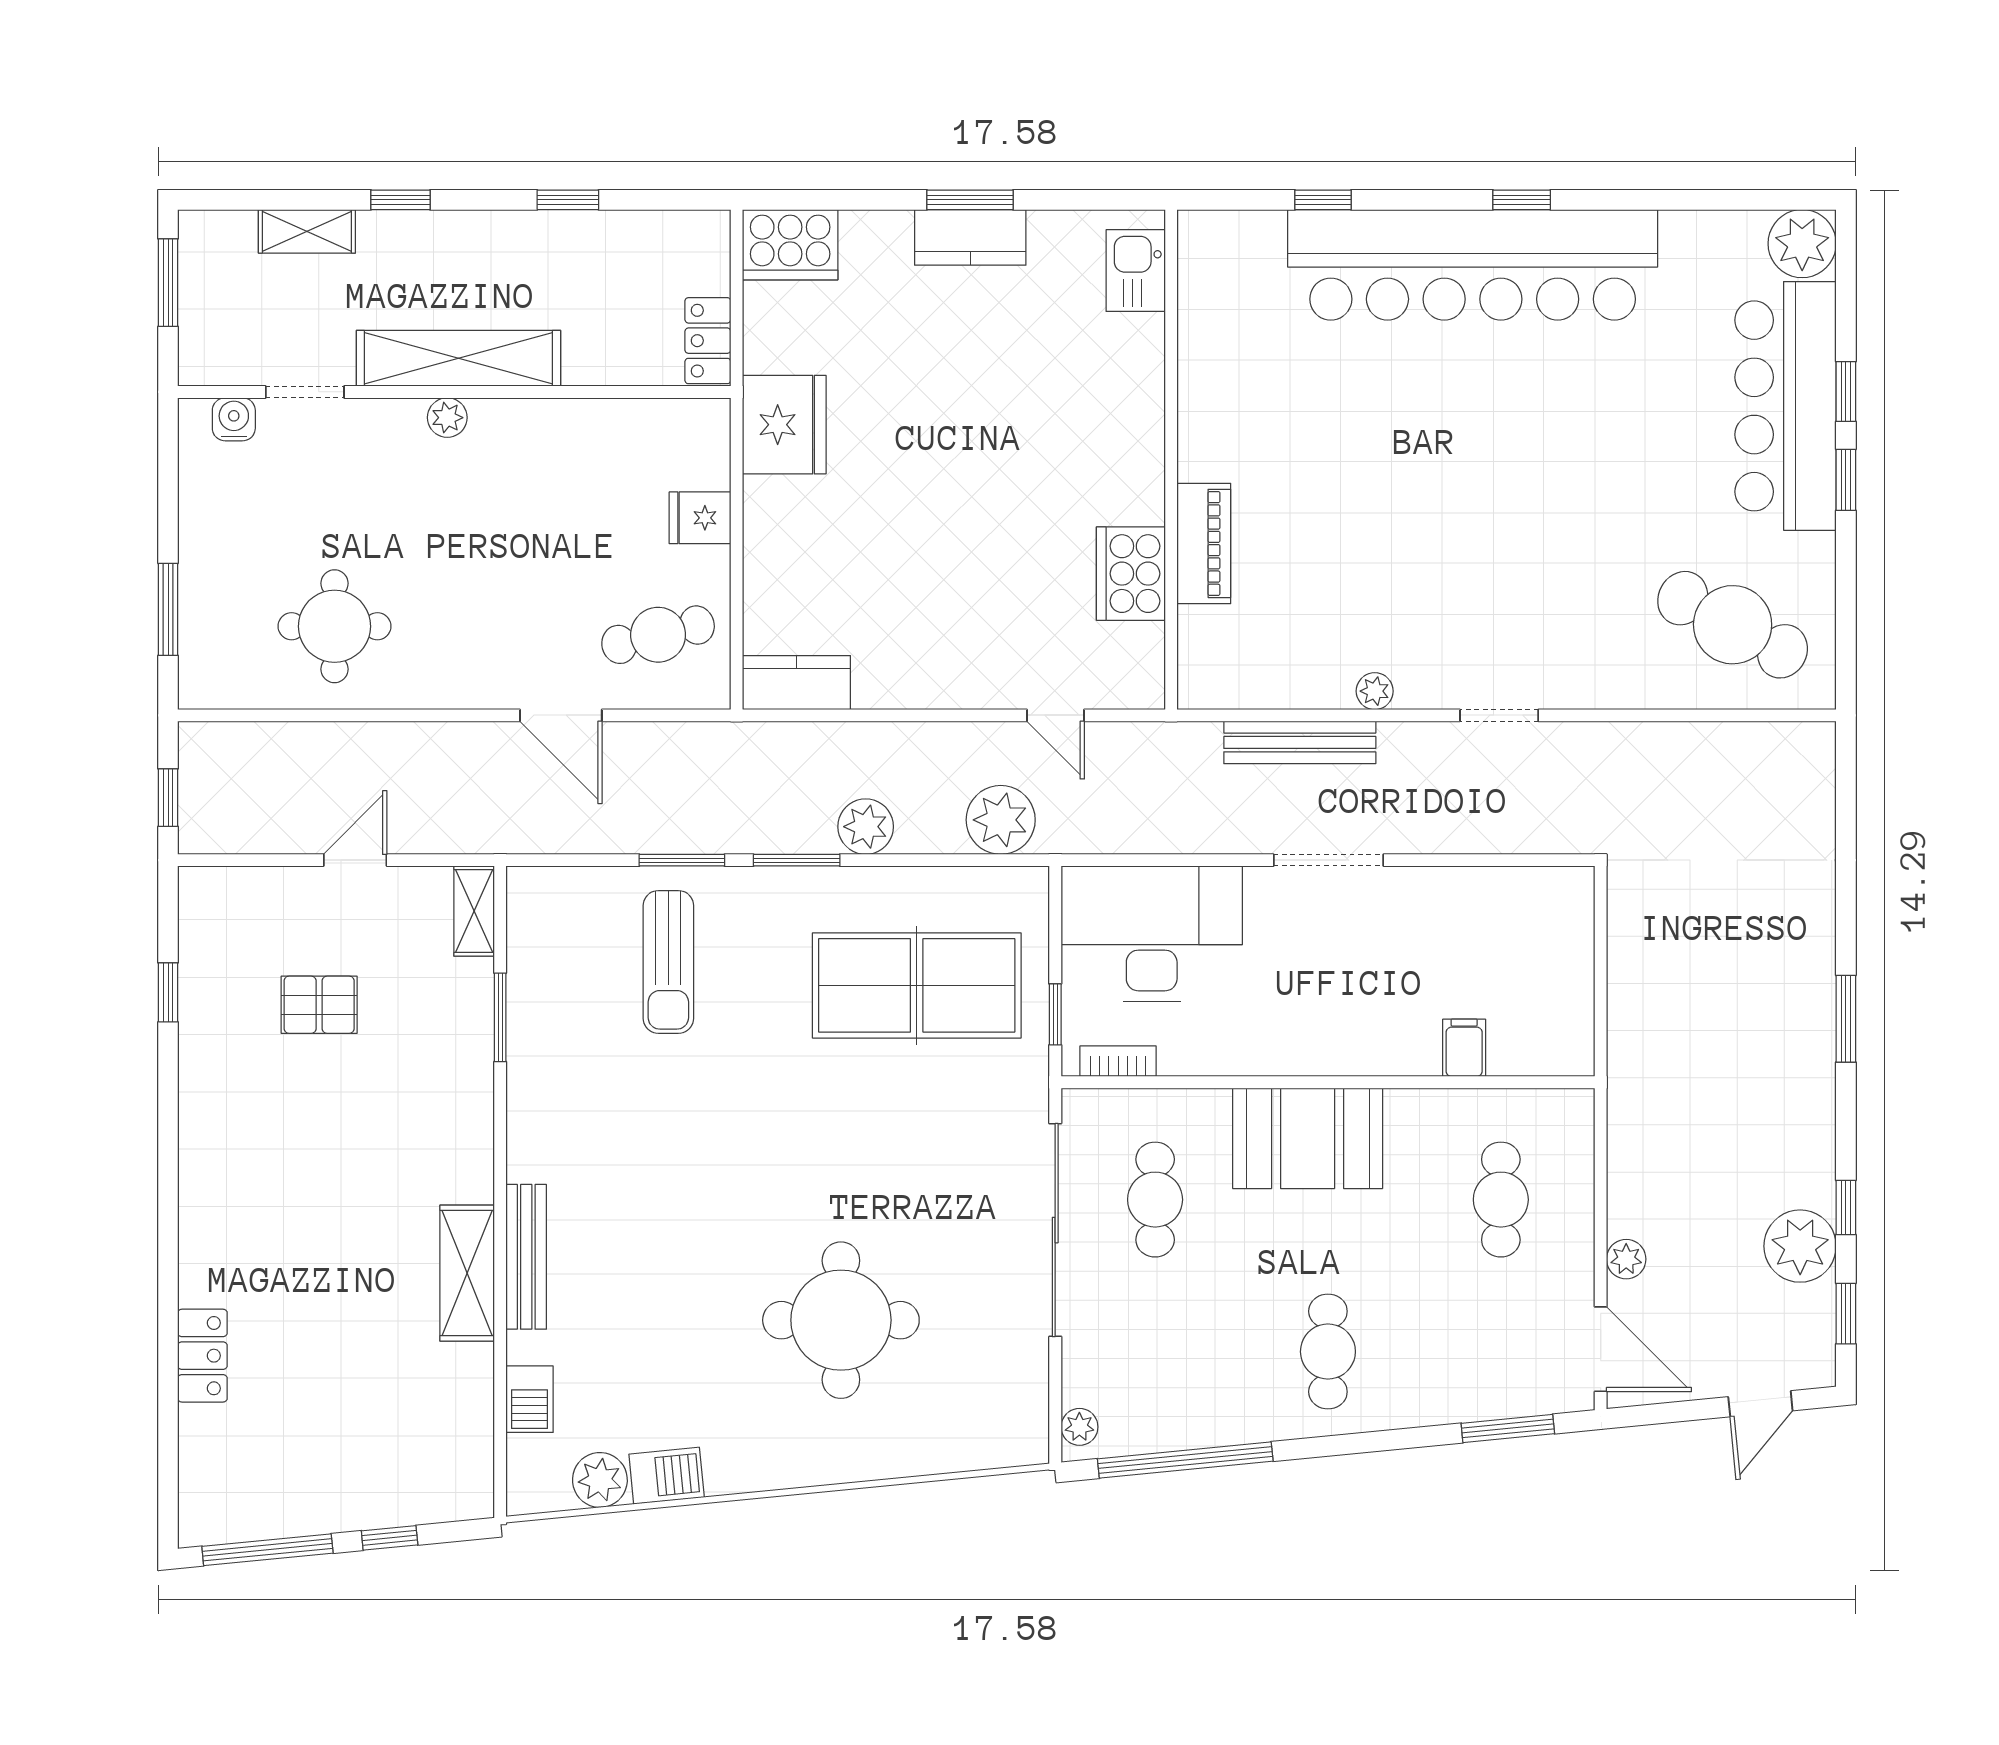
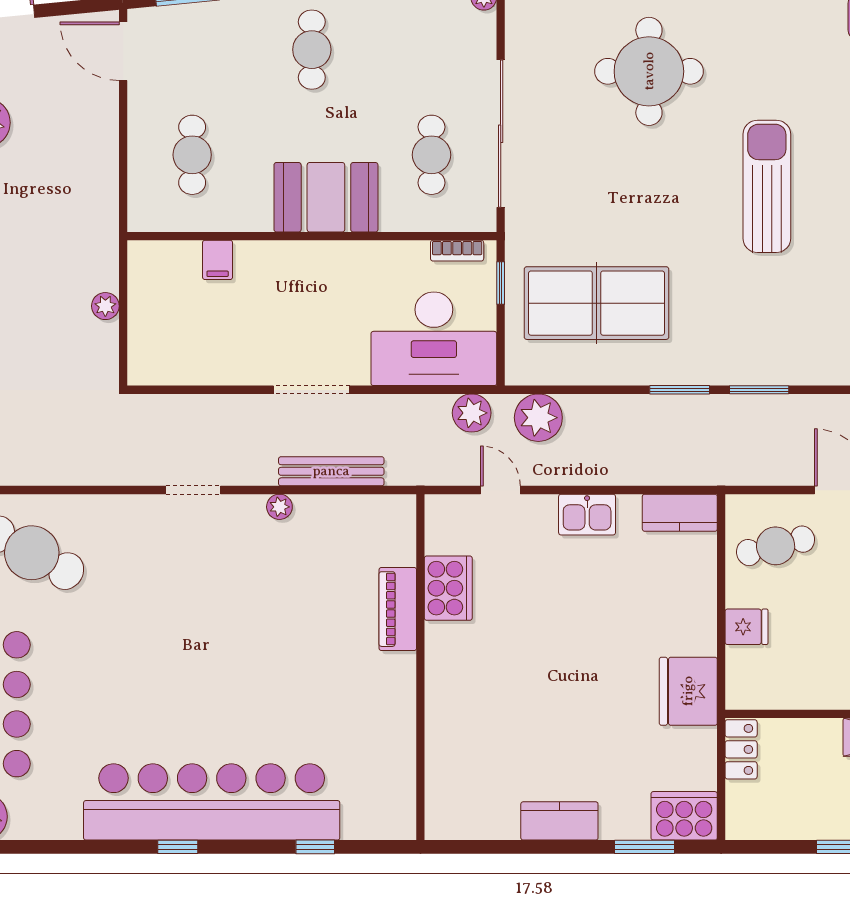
window: (970, 200) -> (644, 847), moved
kitchen sink: (1136, 271) -> (587, 515), moved, turned 90
plant: (866, 827) -> (472, 413), moved
sun lounger: (668, 962) -> (767, 186), moved, width x1.36, depth x1.34
plant: (1626, 1259) -> (105, 306), moved

